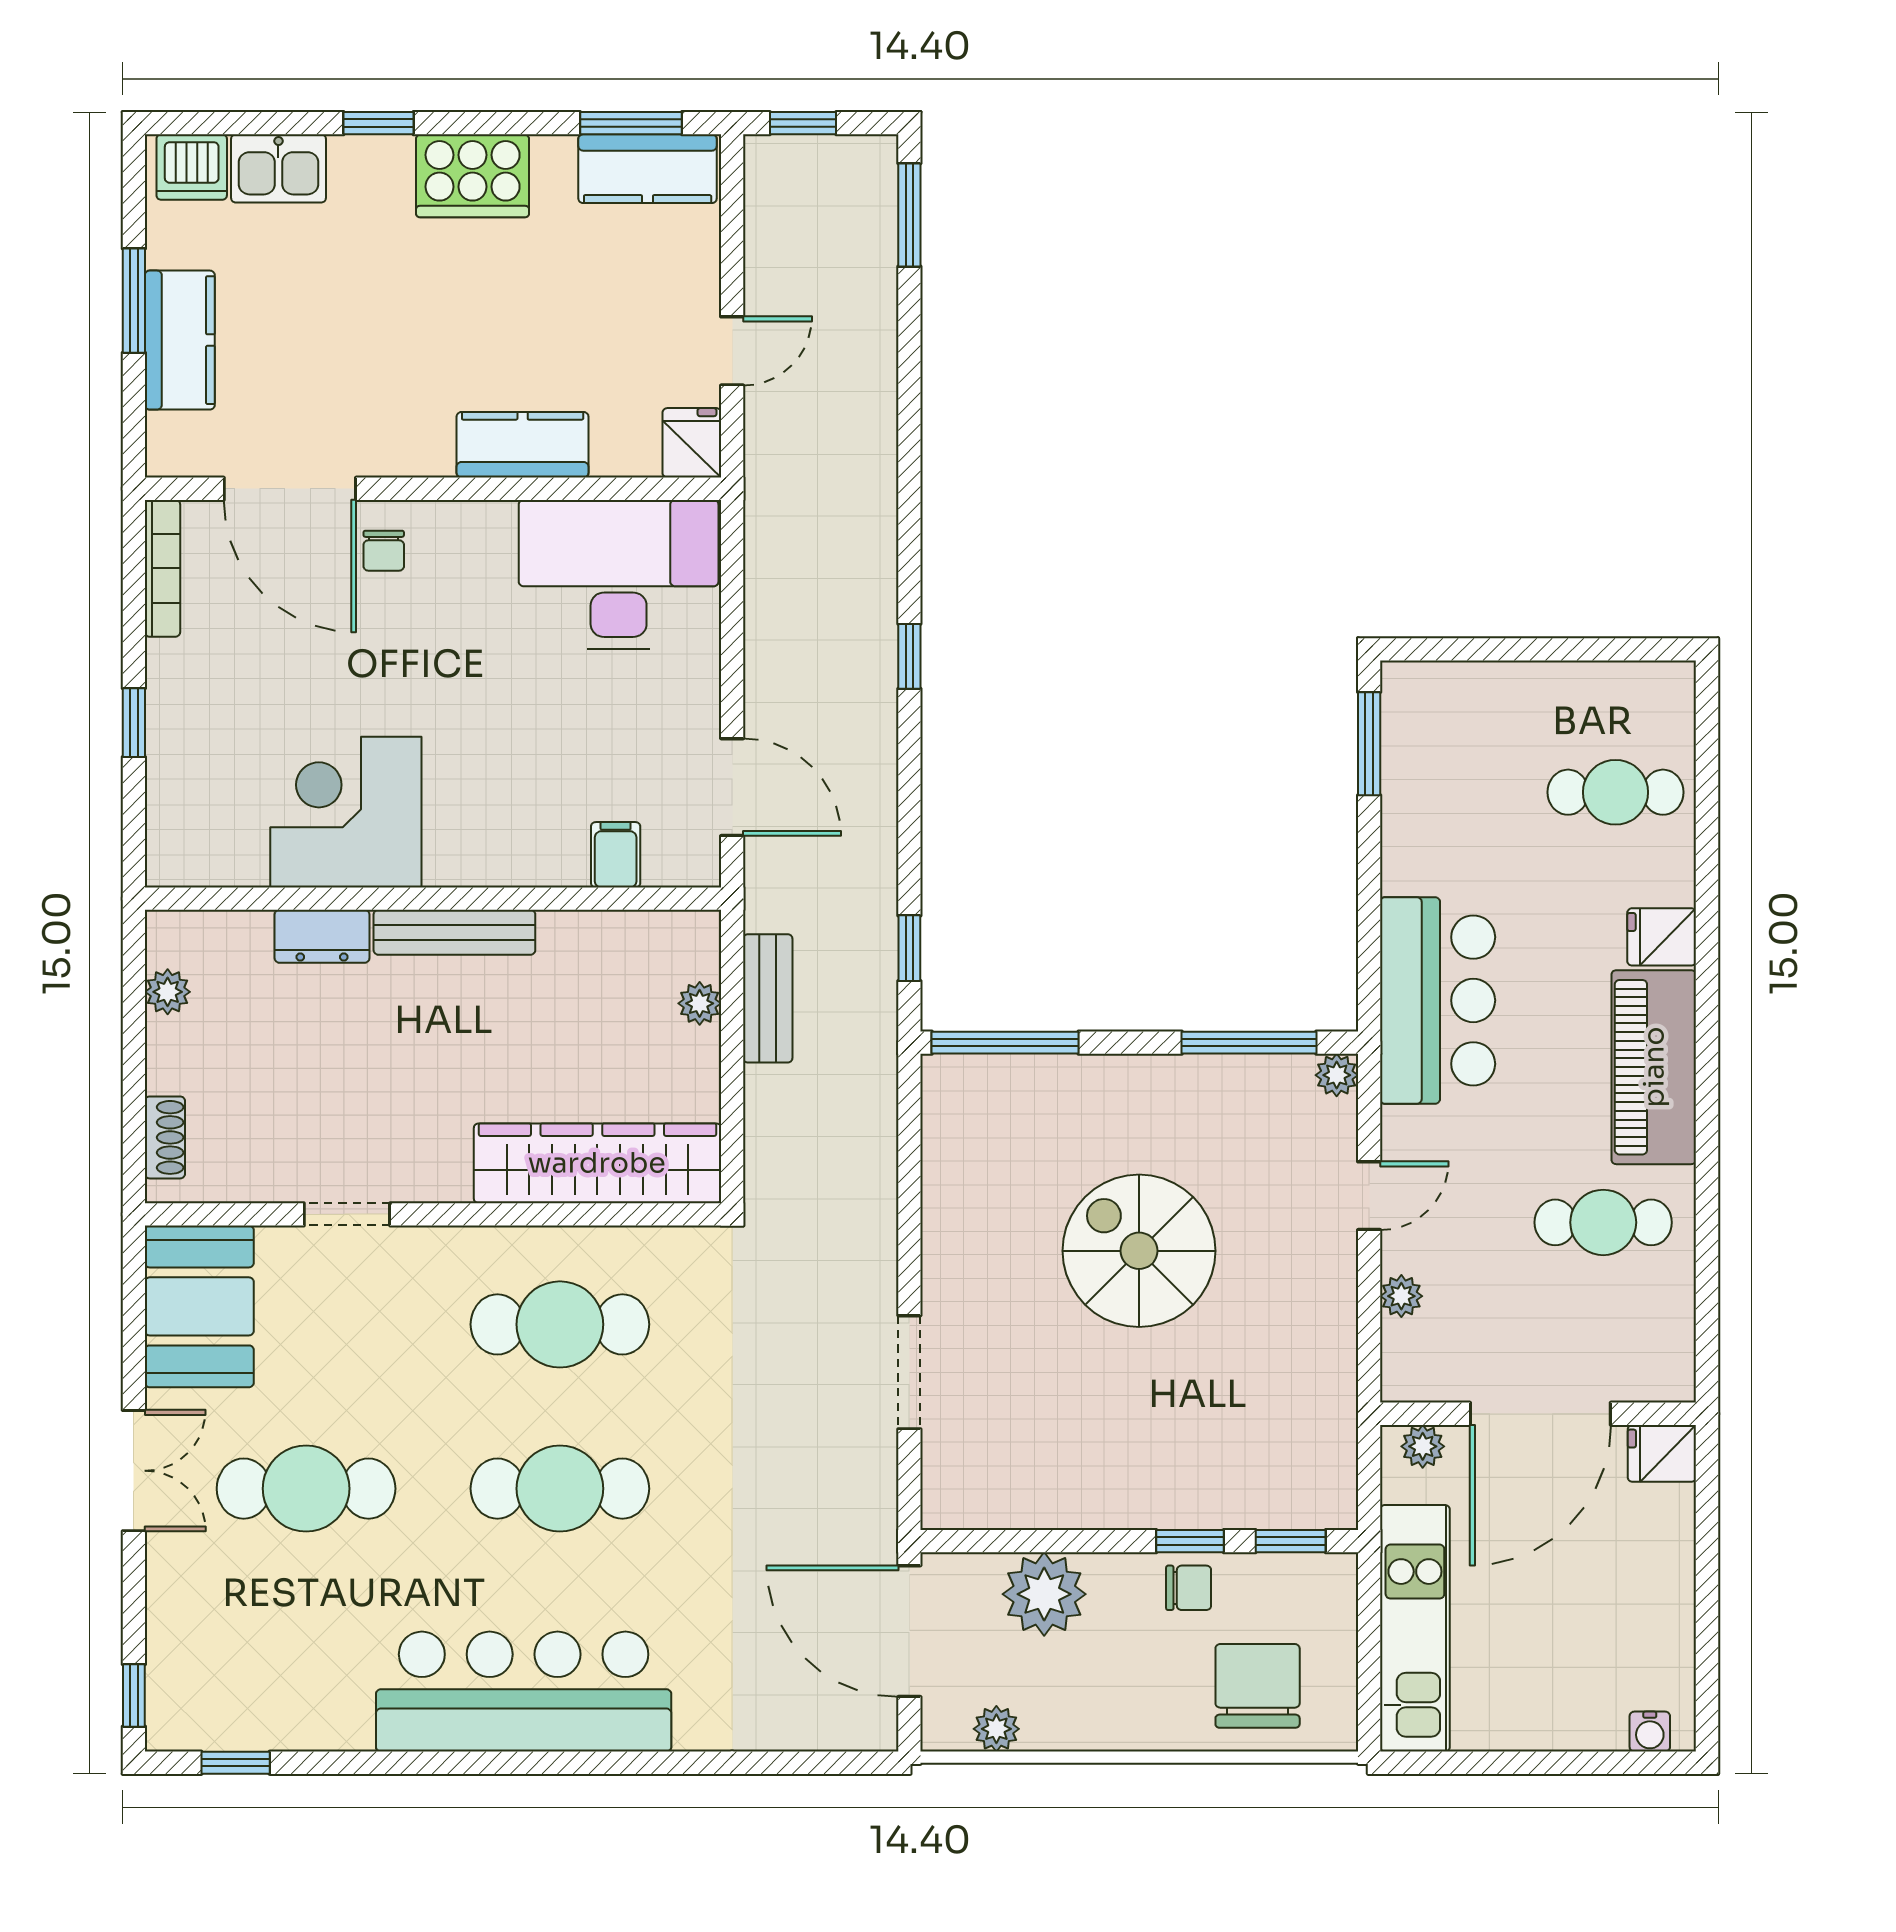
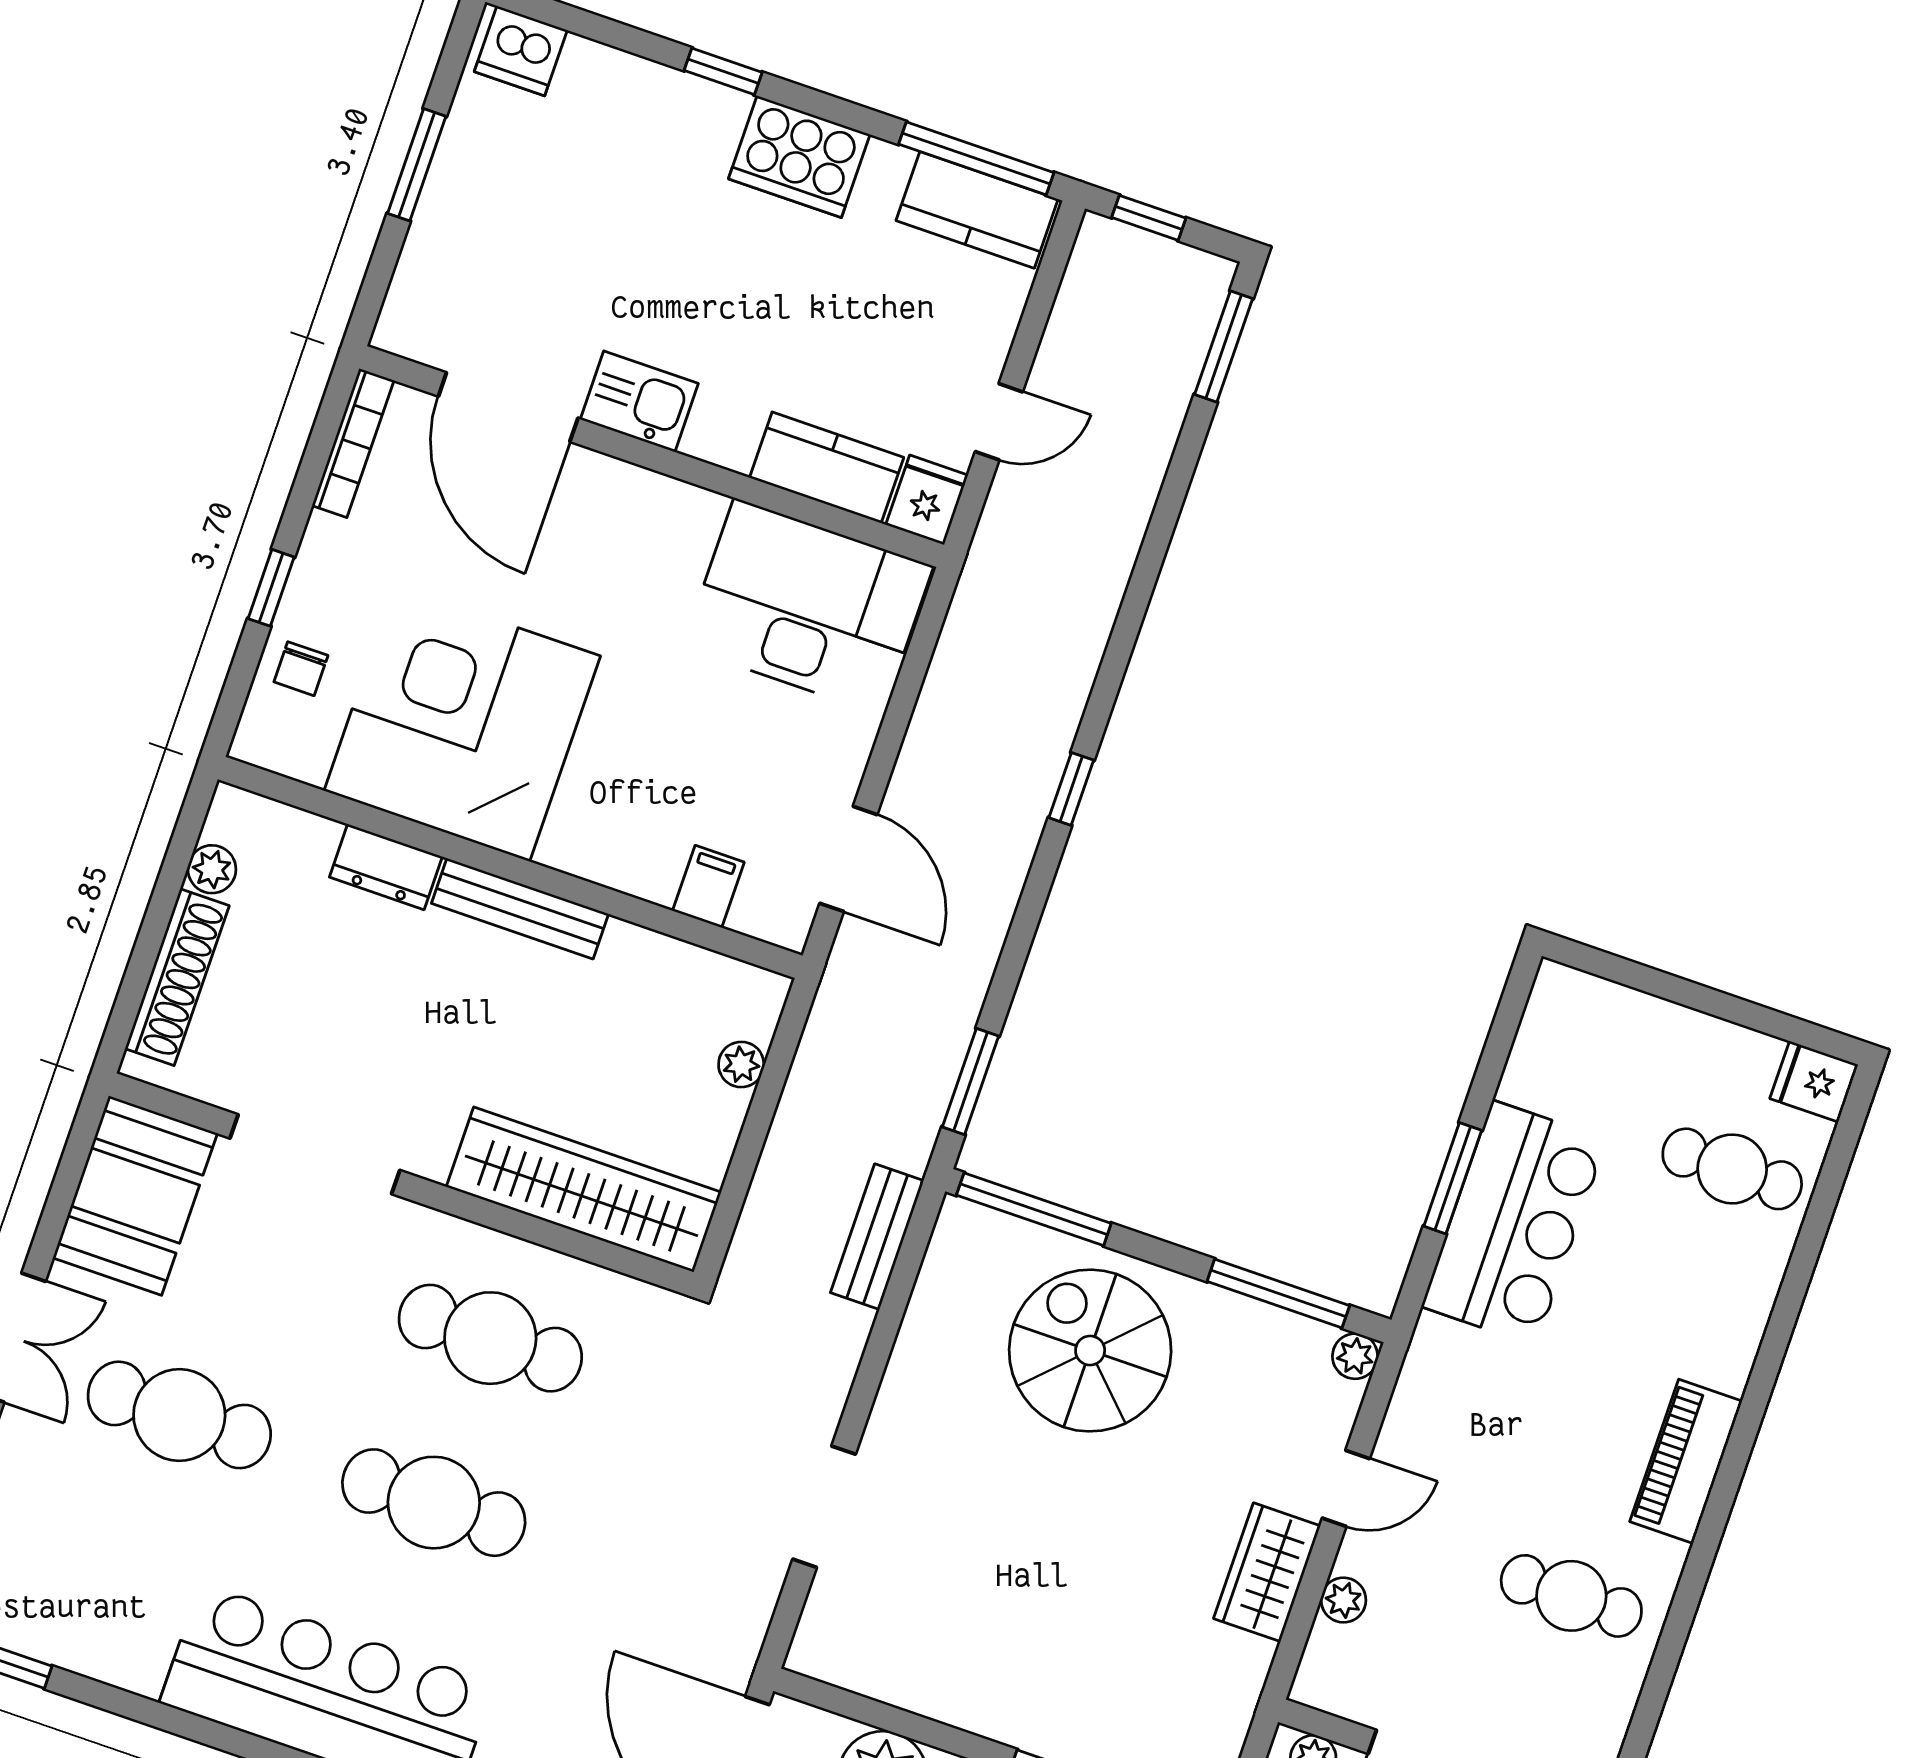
window: (631, 123) -> (976, 158), width x1.44
kitchen sink: (278, 168) -> (639, 401), moved, turned 180
kitchen counter: (180, 340) -> (449, 220), removed
kitchen counter: (523, 445) -> (827, 468), moved
chair: (384, 551) -> (301, 669), moved
window: (1369, 744) -> (1453, 1178), moved
corner desk: (346, 812) -> (462, 723), width x1.36, depth x1.36
fridge: (1662, 937) -> (1814, 1082), moved
window: (909, 948) -> (971, 1082), width x1.50
bench: (768, 998) -> (877, 1237), moved
bar counter: (1438, 1000) -> (1514, 1223), moved
piano: (1654, 1067) -> (1686, 1461), width x0.73, depth x0.75
shoe rack: (165, 1137) -> (177, 977), width x1.94, depth x1.24
doorway: (347, 1214) -> (315, 1154), width x1.88
spiral stairs: (1139, 1251) -> (1090, 1351), moved
wardrobe: (1324, 1295) -> (1267, 1572), added

